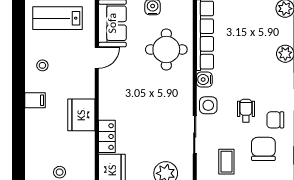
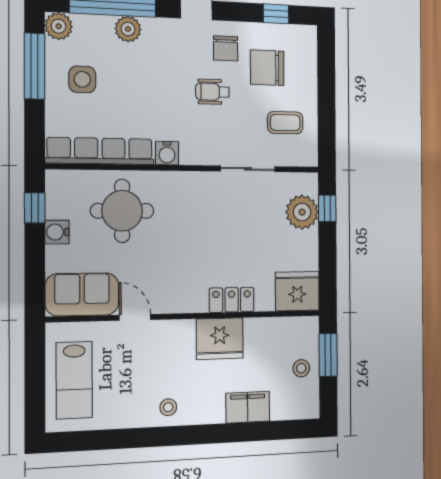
stool: (42, 65) -> (168, 407), moved
filing cabinet: (35, 100) -> (248, 407), moved, width x2.00
side table: (208, 105) -> (82, 79), moved
locker: (107, 136) -> (232, 300), moved

